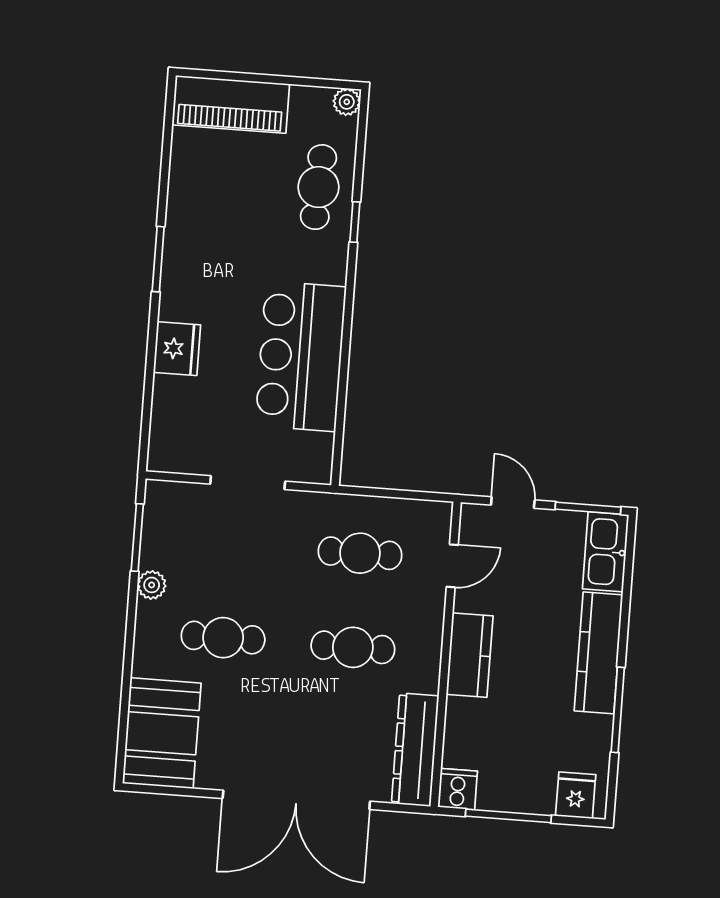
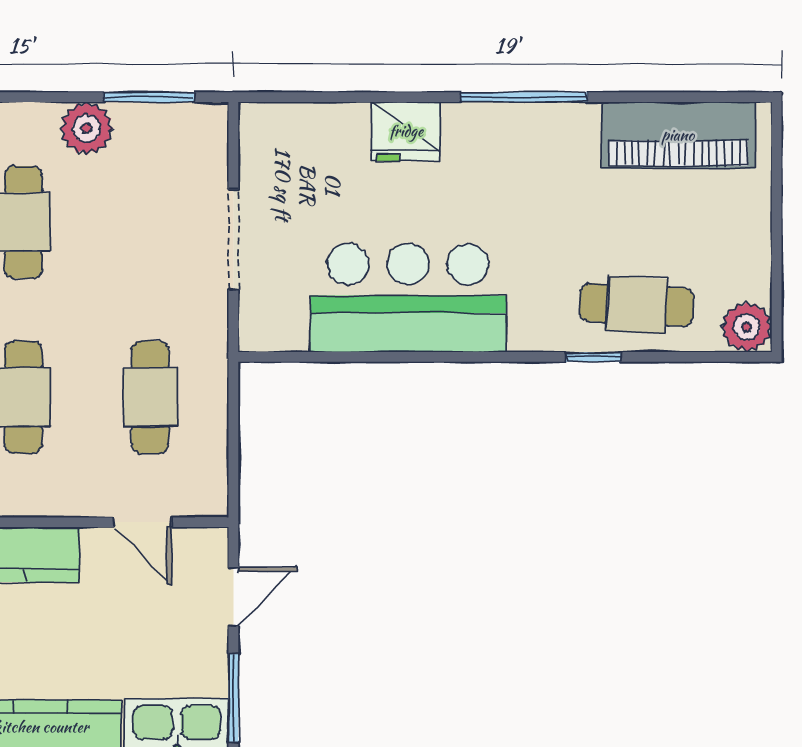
plant: (347, 102) -> (747, 327), width x1.38, depth x1.38
piano: (231, 104) -> (678, 135), moved, turned -90
window: (158, 259) -> (524, 97), width x1.44
plant: (152, 585) -> (87, 128), width x1.38, depth x1.38

